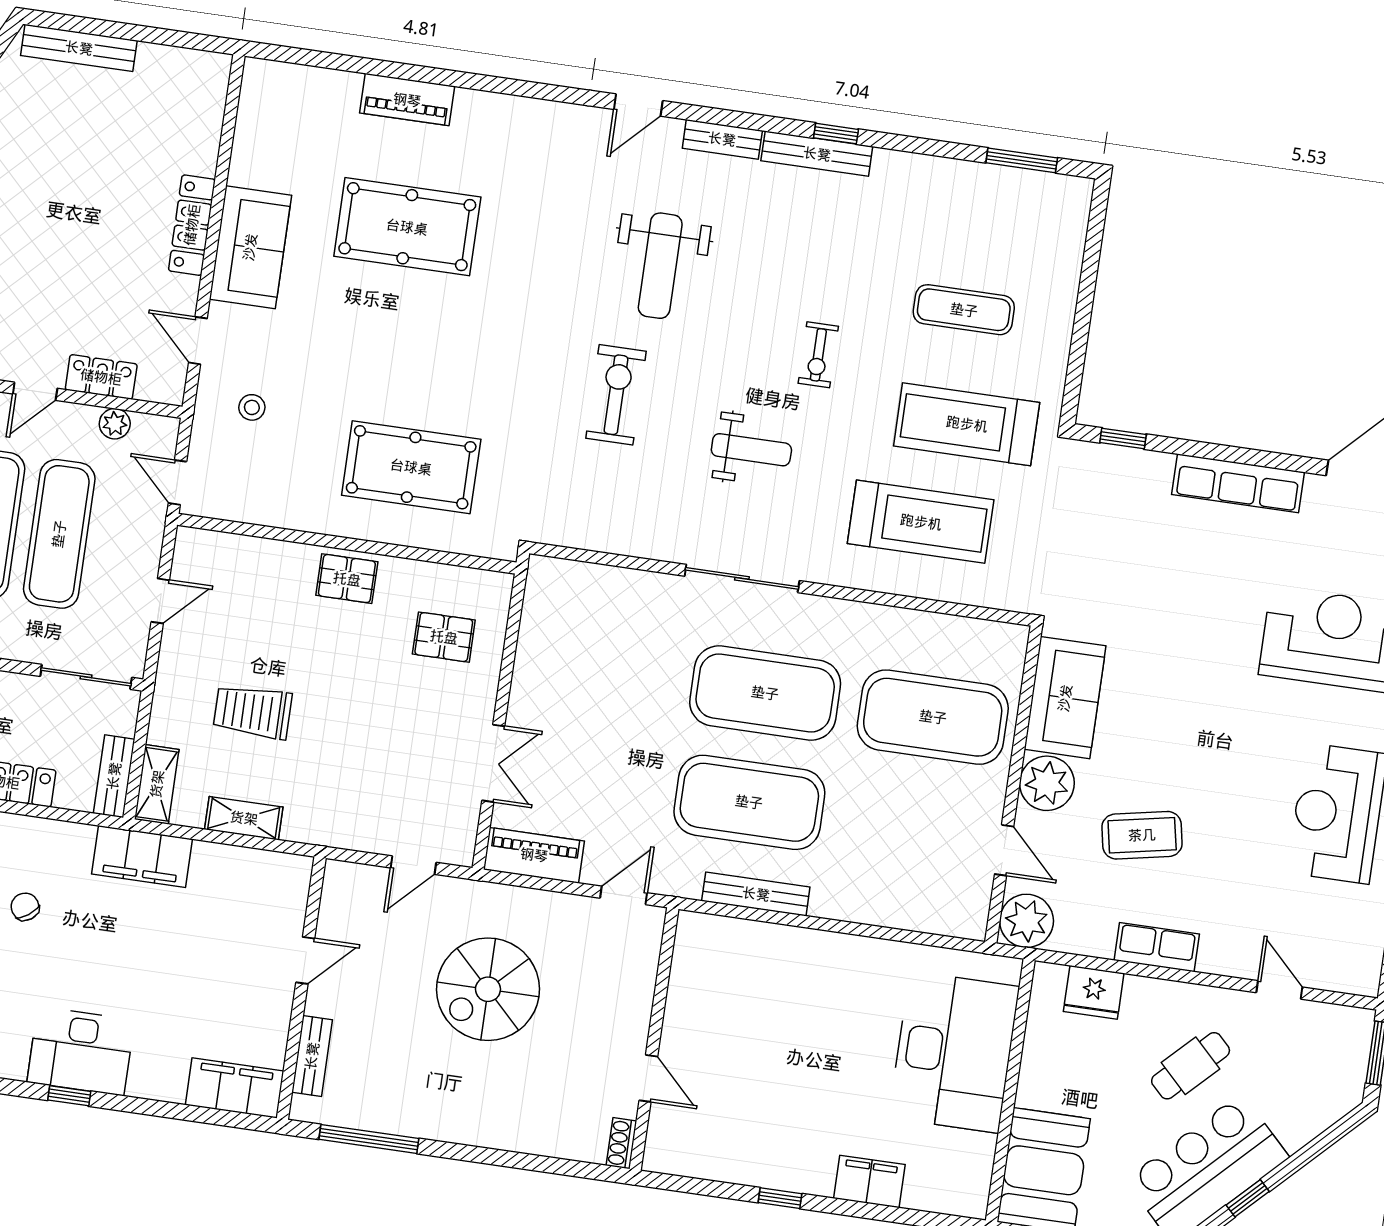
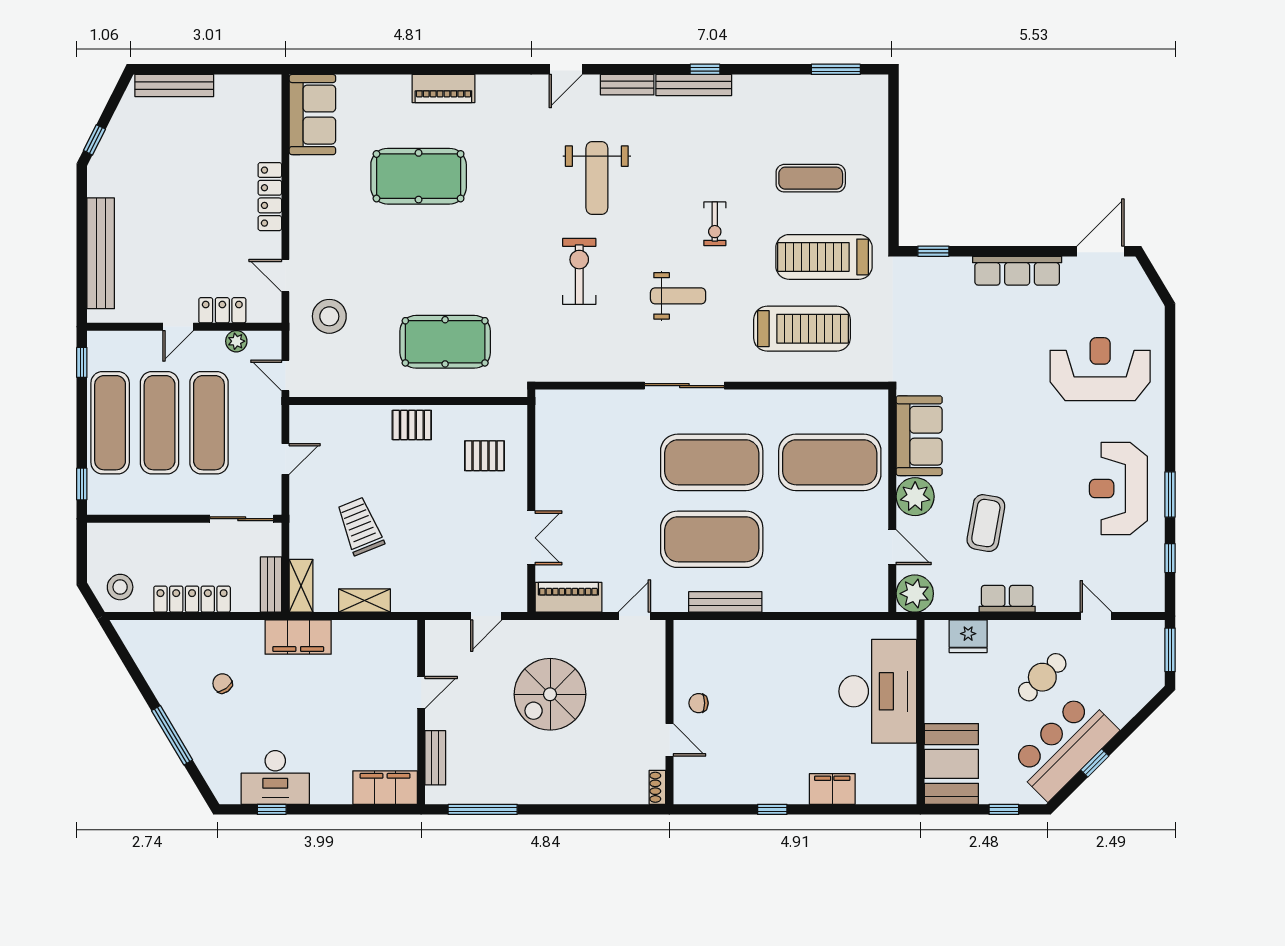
piano: (407, 100) -> (443, 89), moved
sofa: (250, 247) -> (312, 115), moved
stool: (252, 407) -> (329, 316), width x1.89, depth x1.89
trolley: (253, 712) -> (360, 526), turned 68
coffee table: (1142, 835) -> (986, 523), turned -69
chair: (697, 1032) -> (699, 703), added

